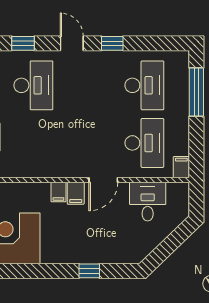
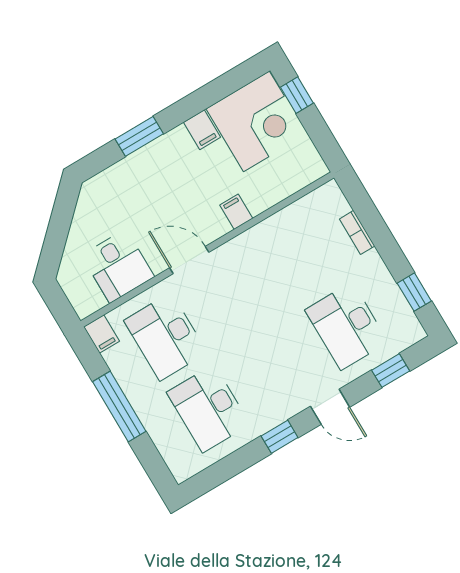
window: (196, 92) -> (119, 406), moved
door: (103, 180) -> (189, 260), hinge flipped
filing cabinet: (76, 193) -> (202, 130), moved, turned 180
window: (89, 271) -> (139, 136), width x1.50

